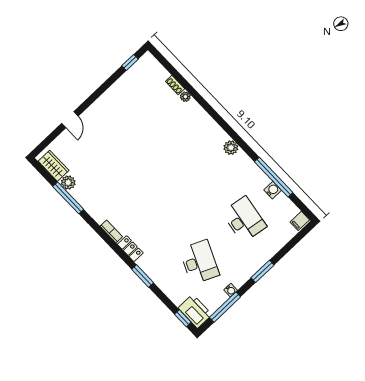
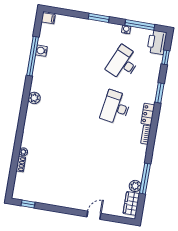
desk: (244, 219) -> (116, 107), moved
window: (183, 318) -> (166, 57), moved

